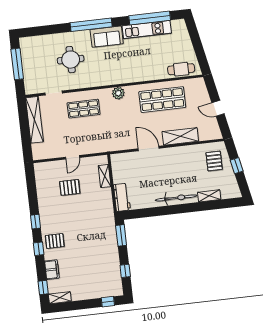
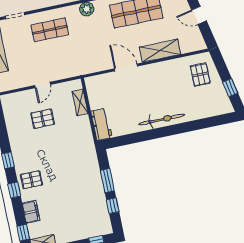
window: (237, 166) -> (230, 88), moved
shelving: (209, 196) -> (198, 114), removed
window: (121, 235) -> (107, 181), moved

